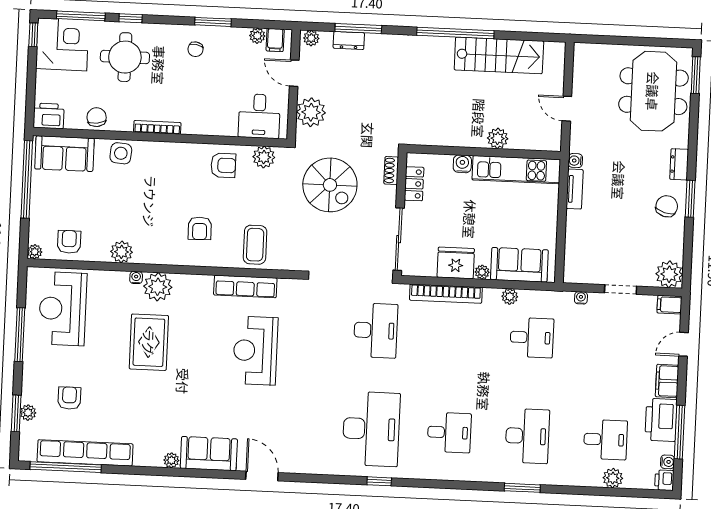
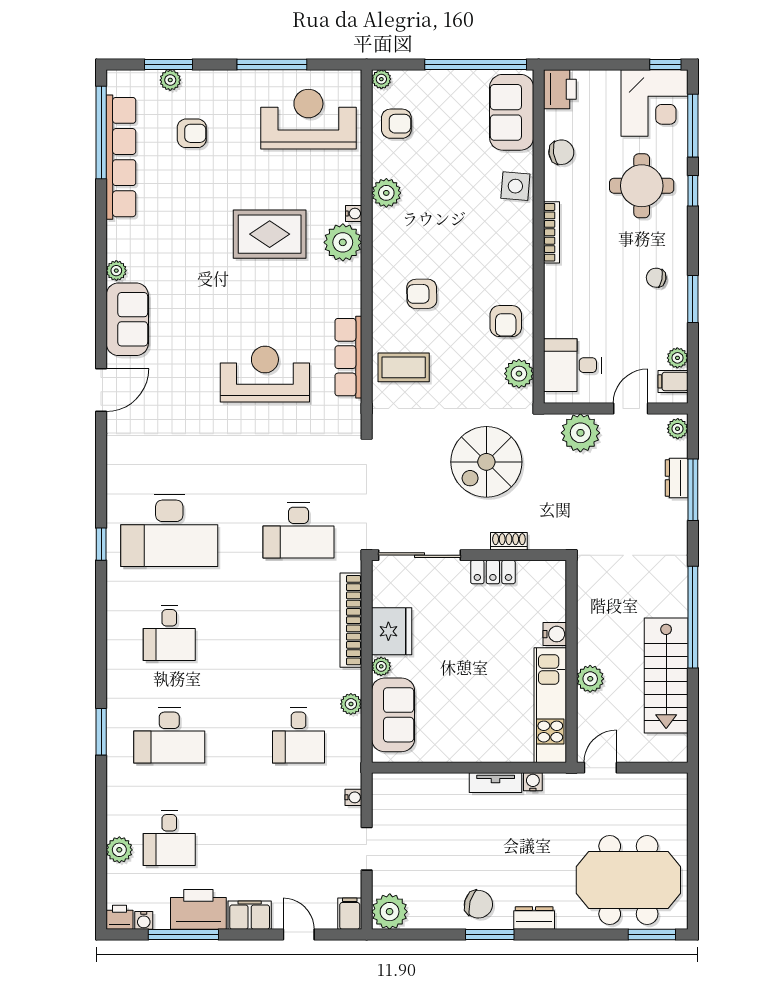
plant: (498, 138) -> (590, 679), moved
wall: (484, 152) -> (572, 661), moved
water cooler: (462, 164) -> (555, 634), moved
kitchen unit: (516, 170) -> (550, 705), moved

